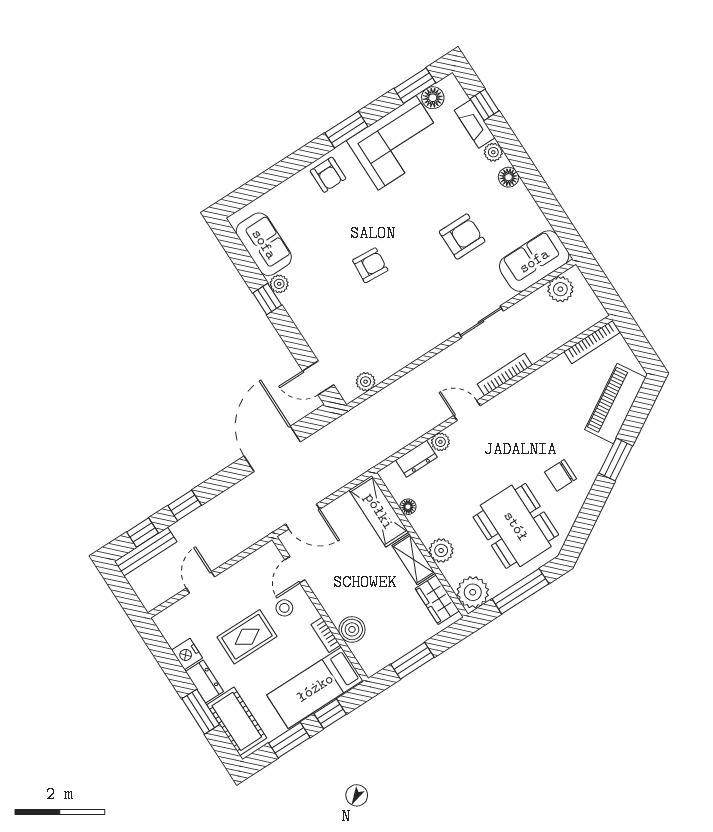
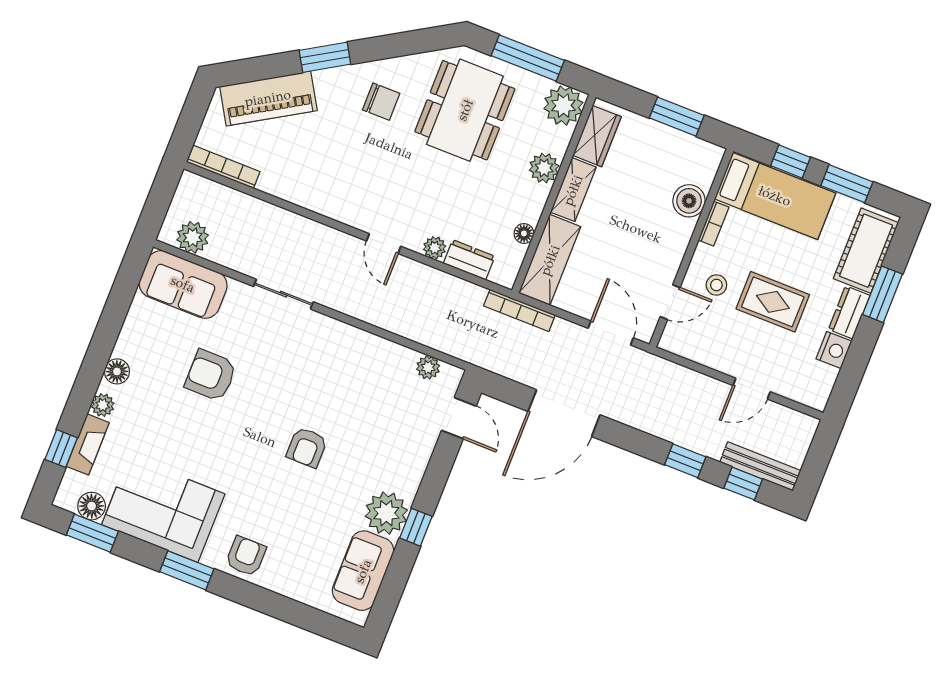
armchair: (370, 265) -> (307, 447), turned -94
plant: (279, 284) -> (386, 513), width x1.87, depth x1.87
bookcase: (505, 375) -> (519, 310), moved

